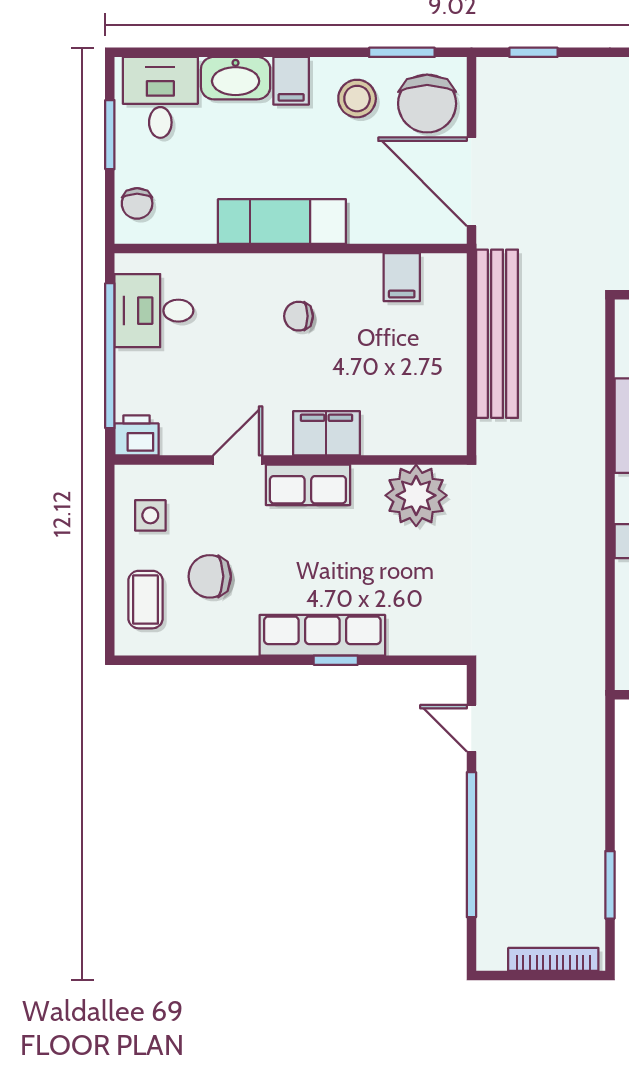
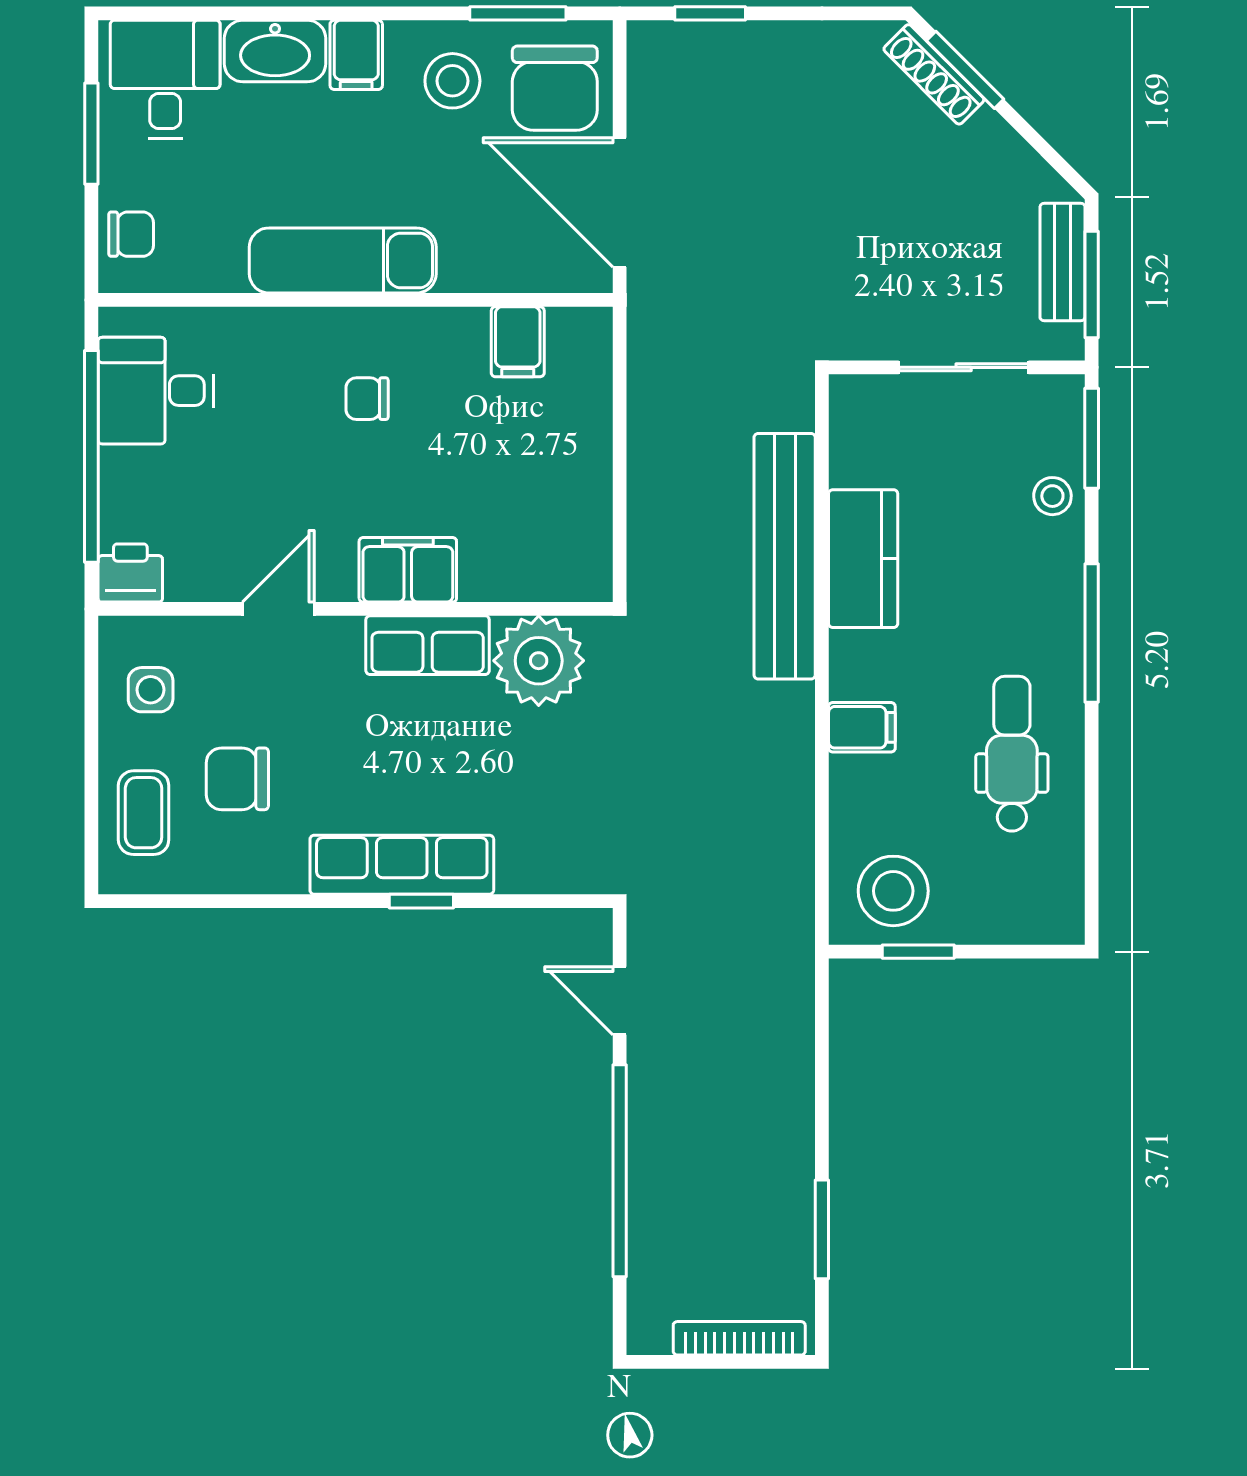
chair: (137, 203) -> (131, 234), turned -90
bench: (497, 334) -> (785, 556), moved
row of seats: (308, 485) -> (428, 645), moved

